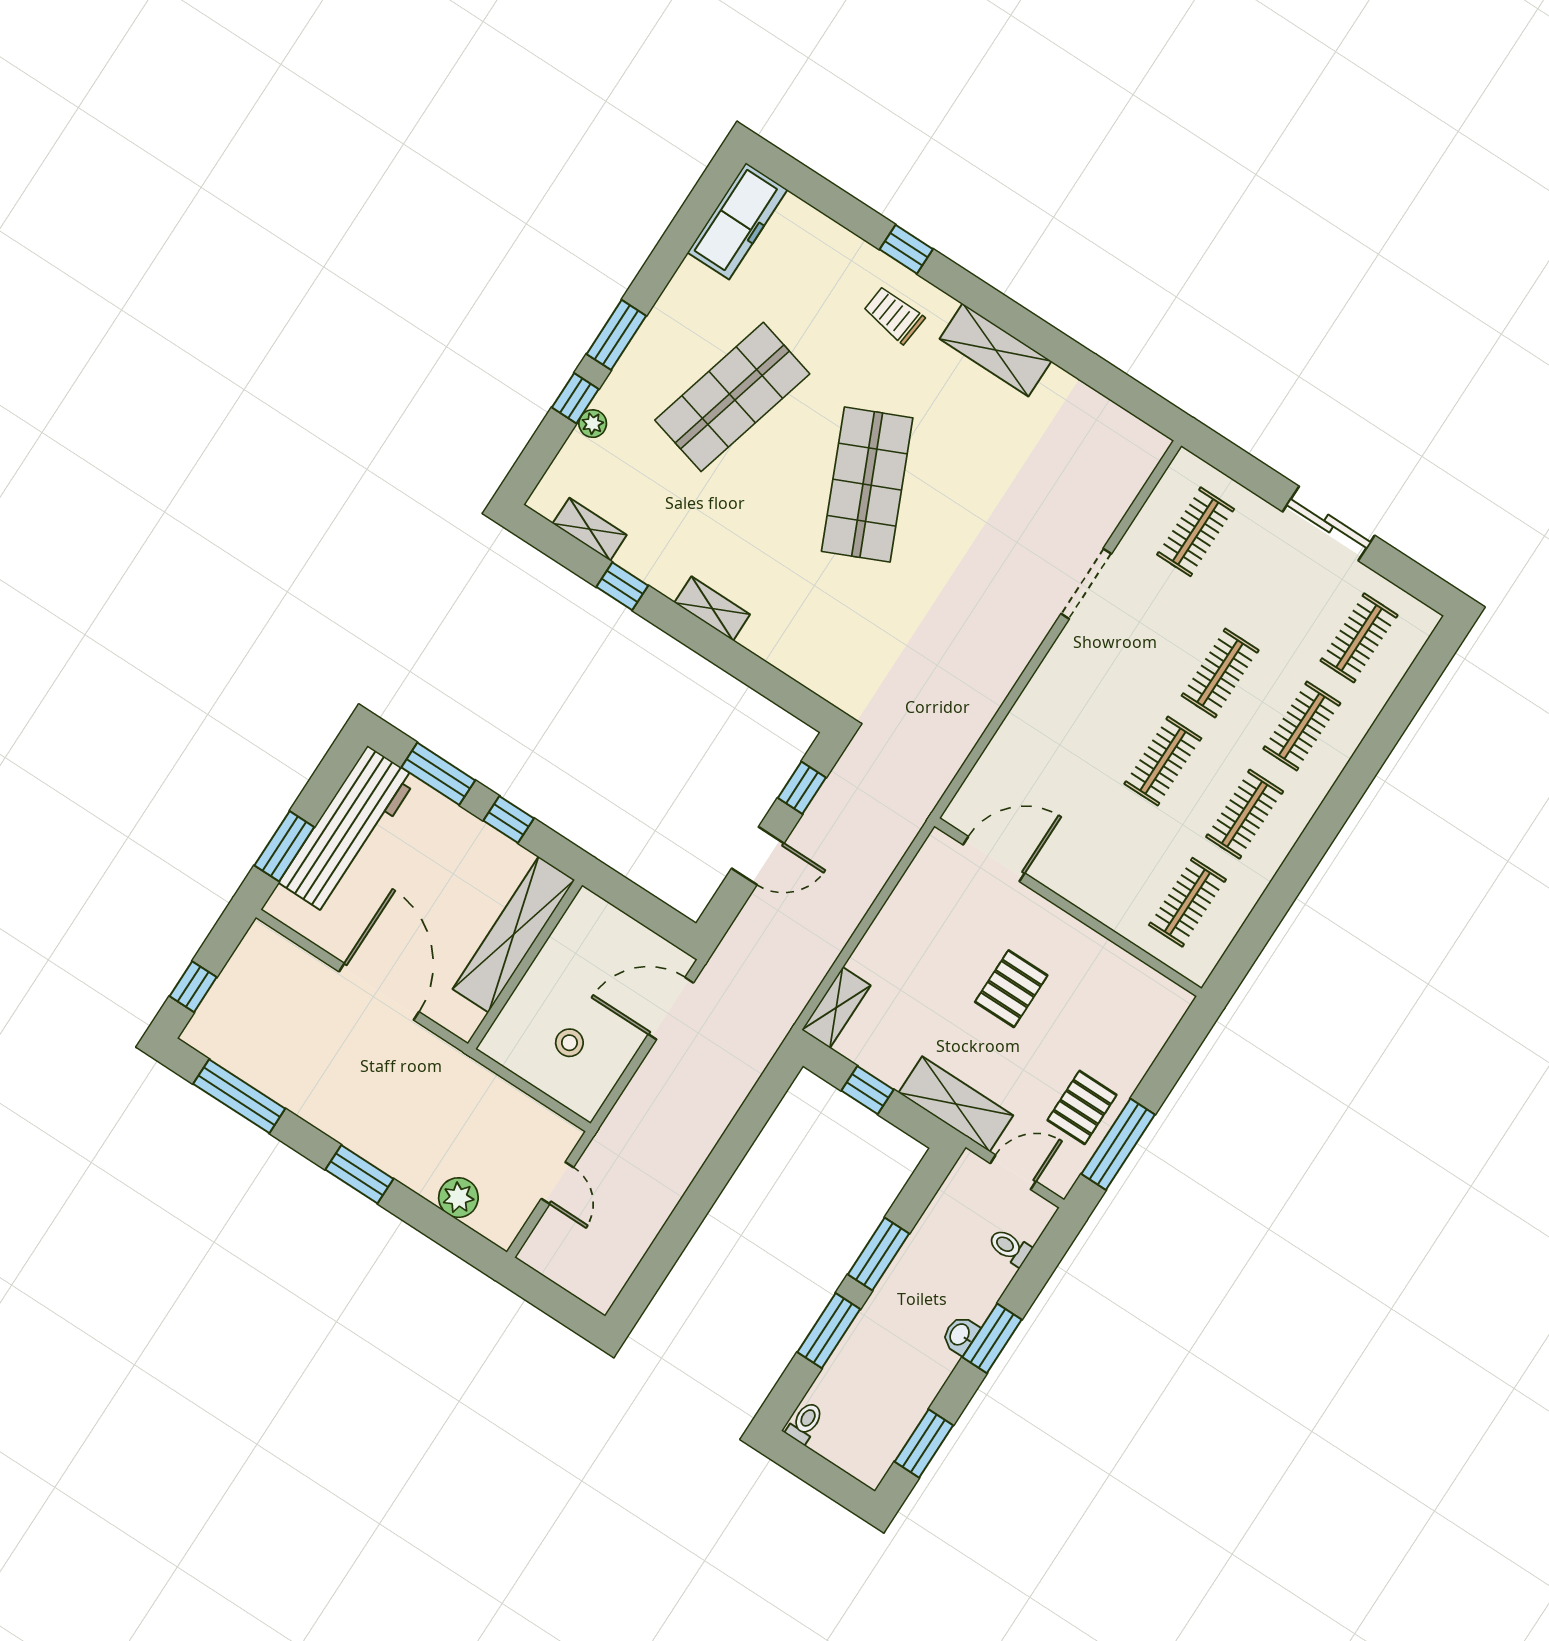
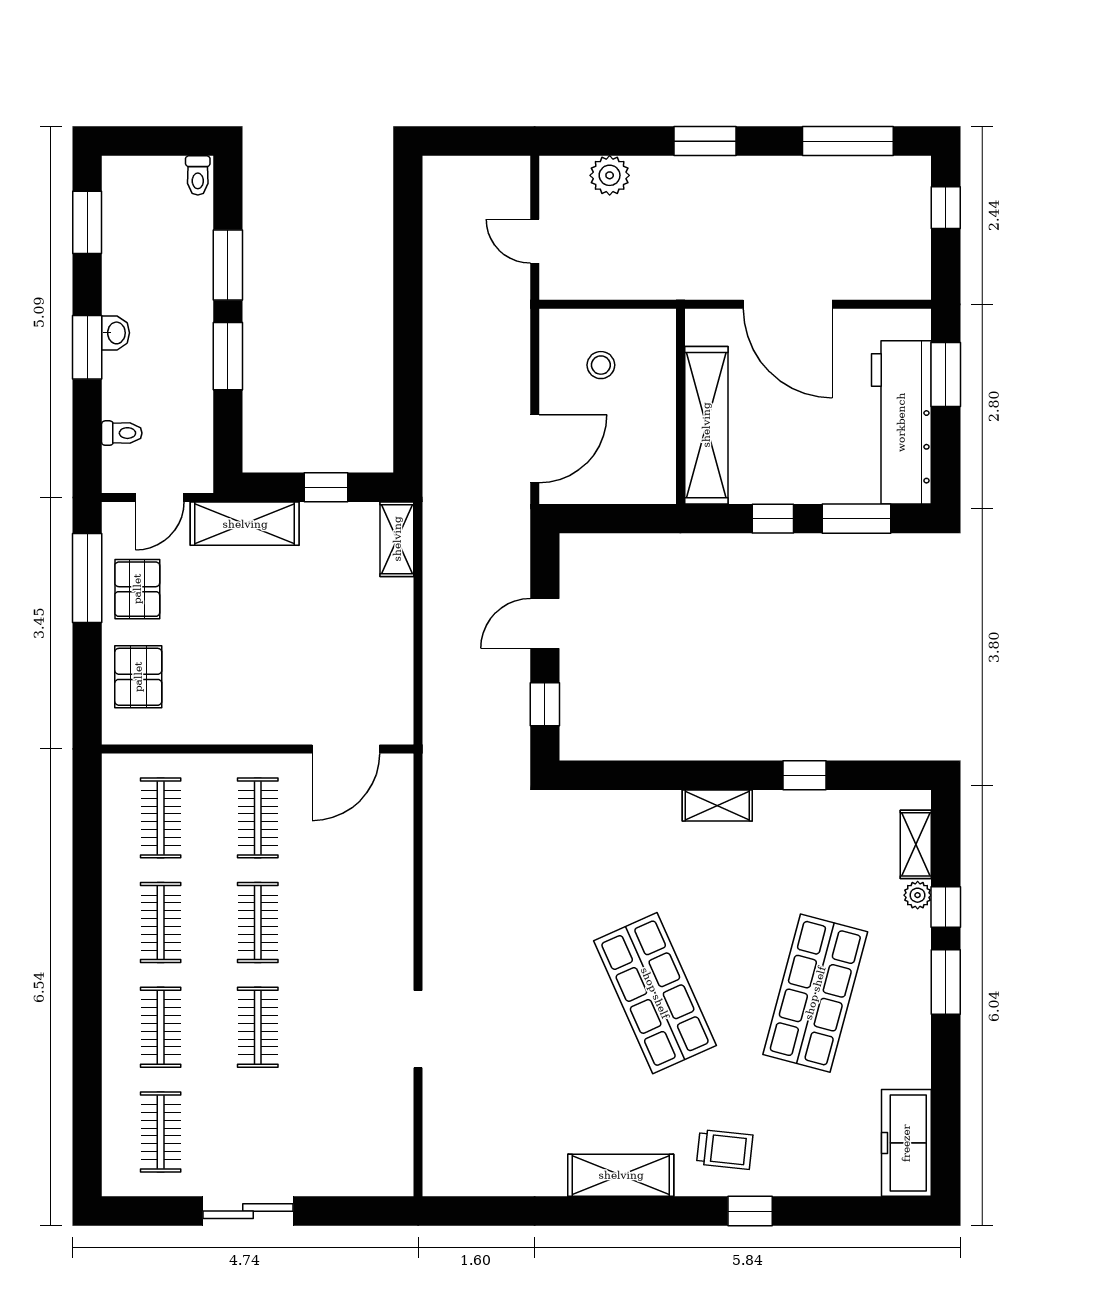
shelving: (590, 529) -> (916, 844), moved, turned 90
clothes rail: (1196, 532) -> (258, 818), moved
pallet: (1011, 989) -> (138, 677), moved

